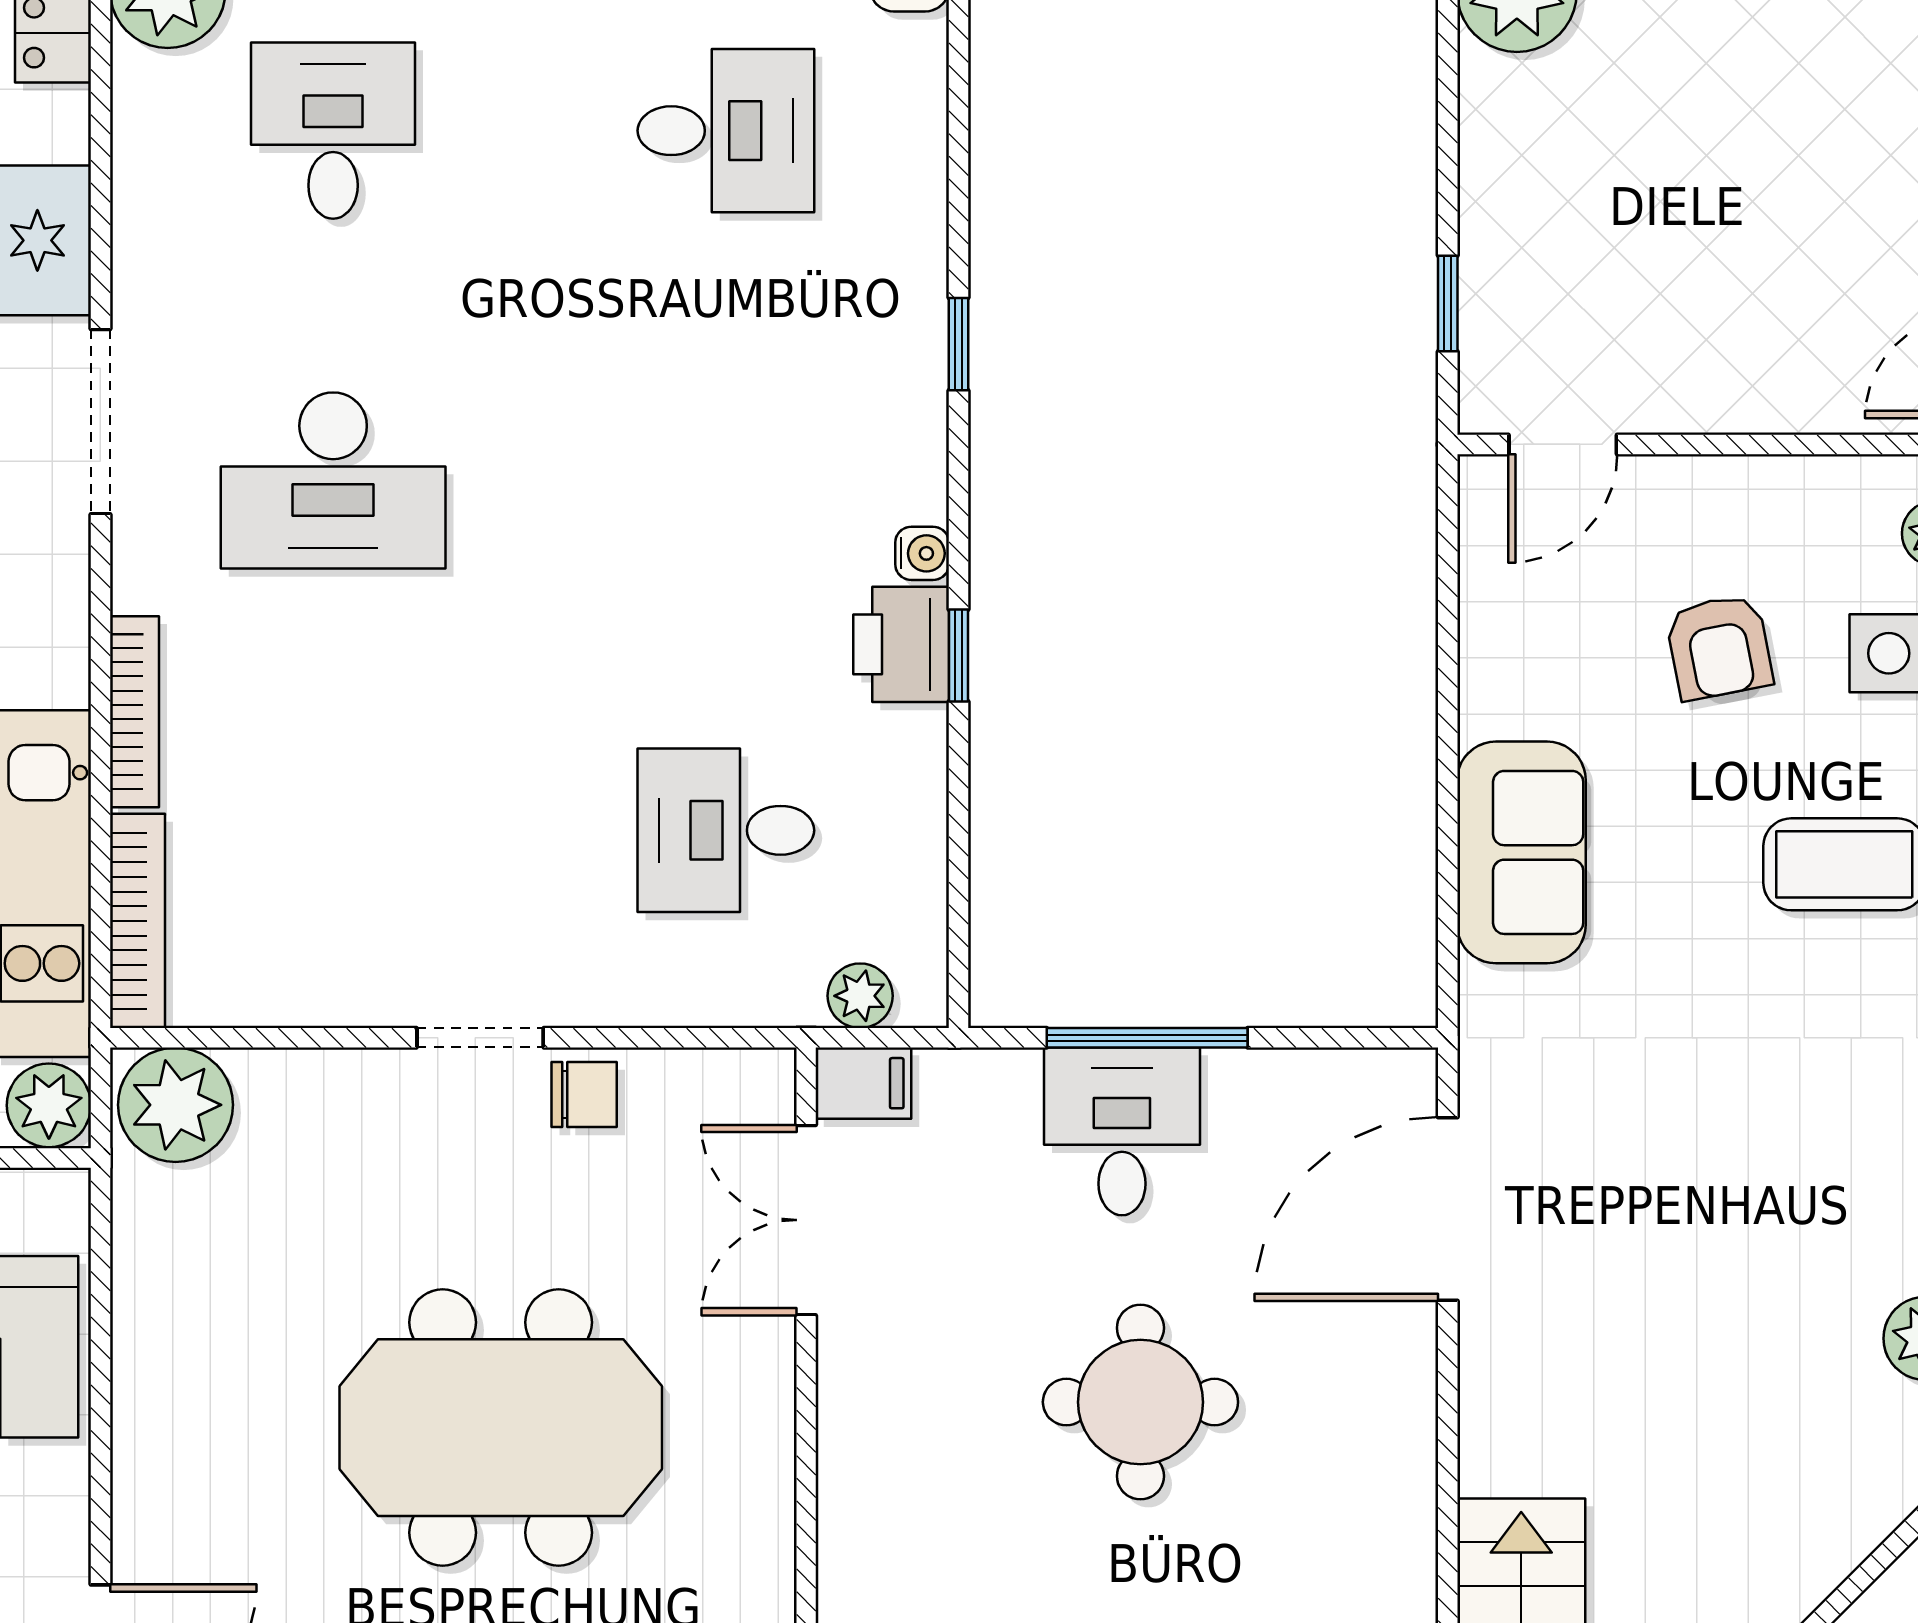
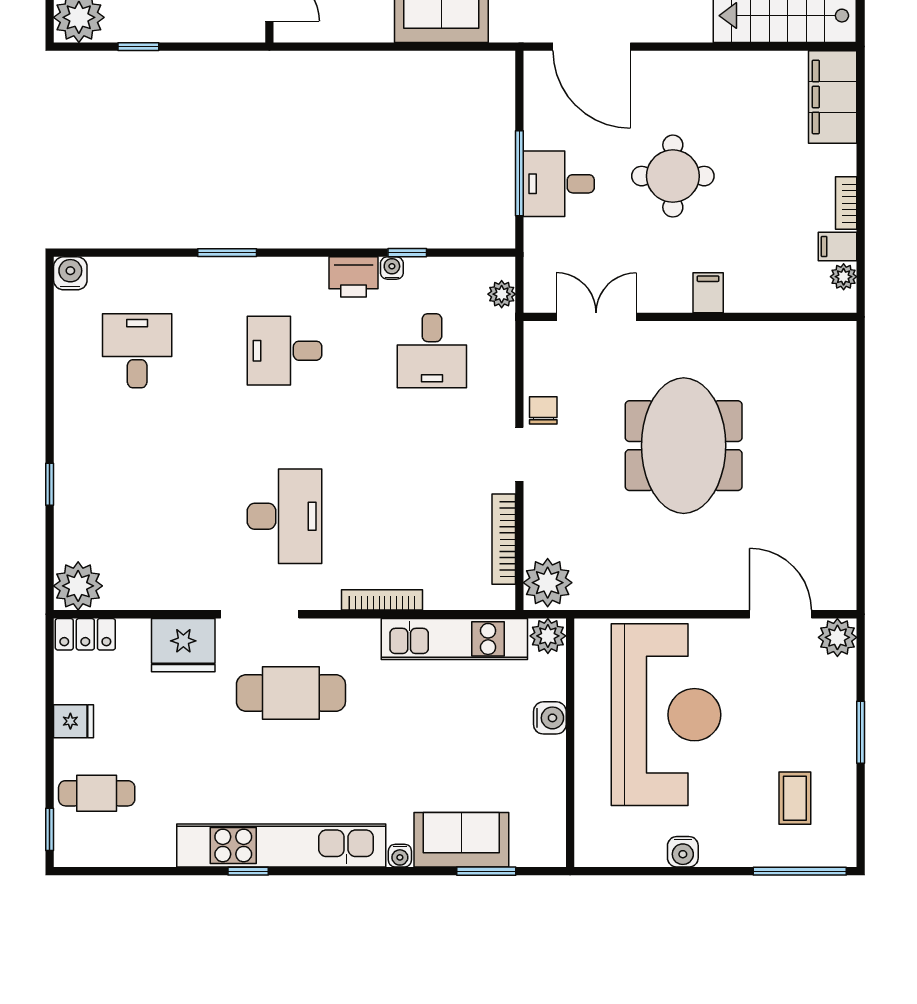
desk: (333, 131) -> (285, 351), moved
window: (1448, 303) -> (138, 47), moved
window: (958, 344) -> (227, 253), width x1.50
water cooler: (922, 553) -> (392, 268), moved
window: (958, 656) -> (407, 253), moved
bookcase: (138, 921) -> (504, 539), moved, turned -90
filing cabinet: (863, 1083) -> (708, 293), moved
double door: (806, 1220) -> (596, 317), swing flipped

